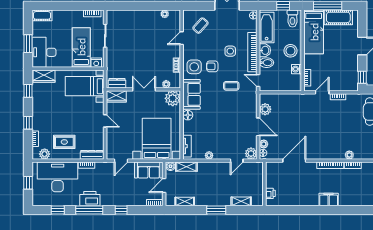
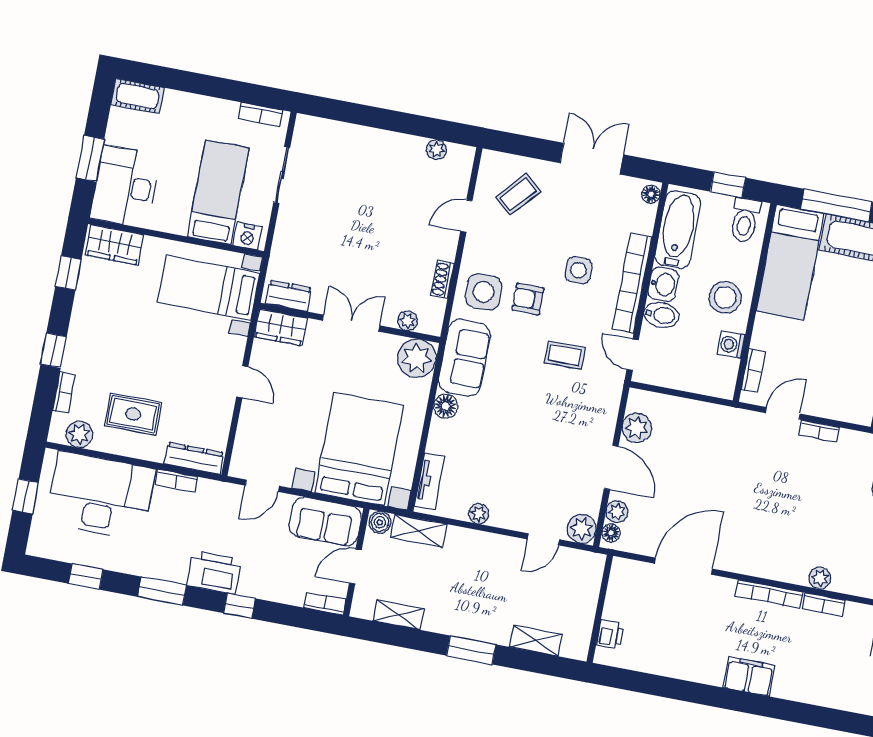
printer: (90, 199) -> (214, 572), moved
window: (89, 210) -> (162, 591), width x0.69

